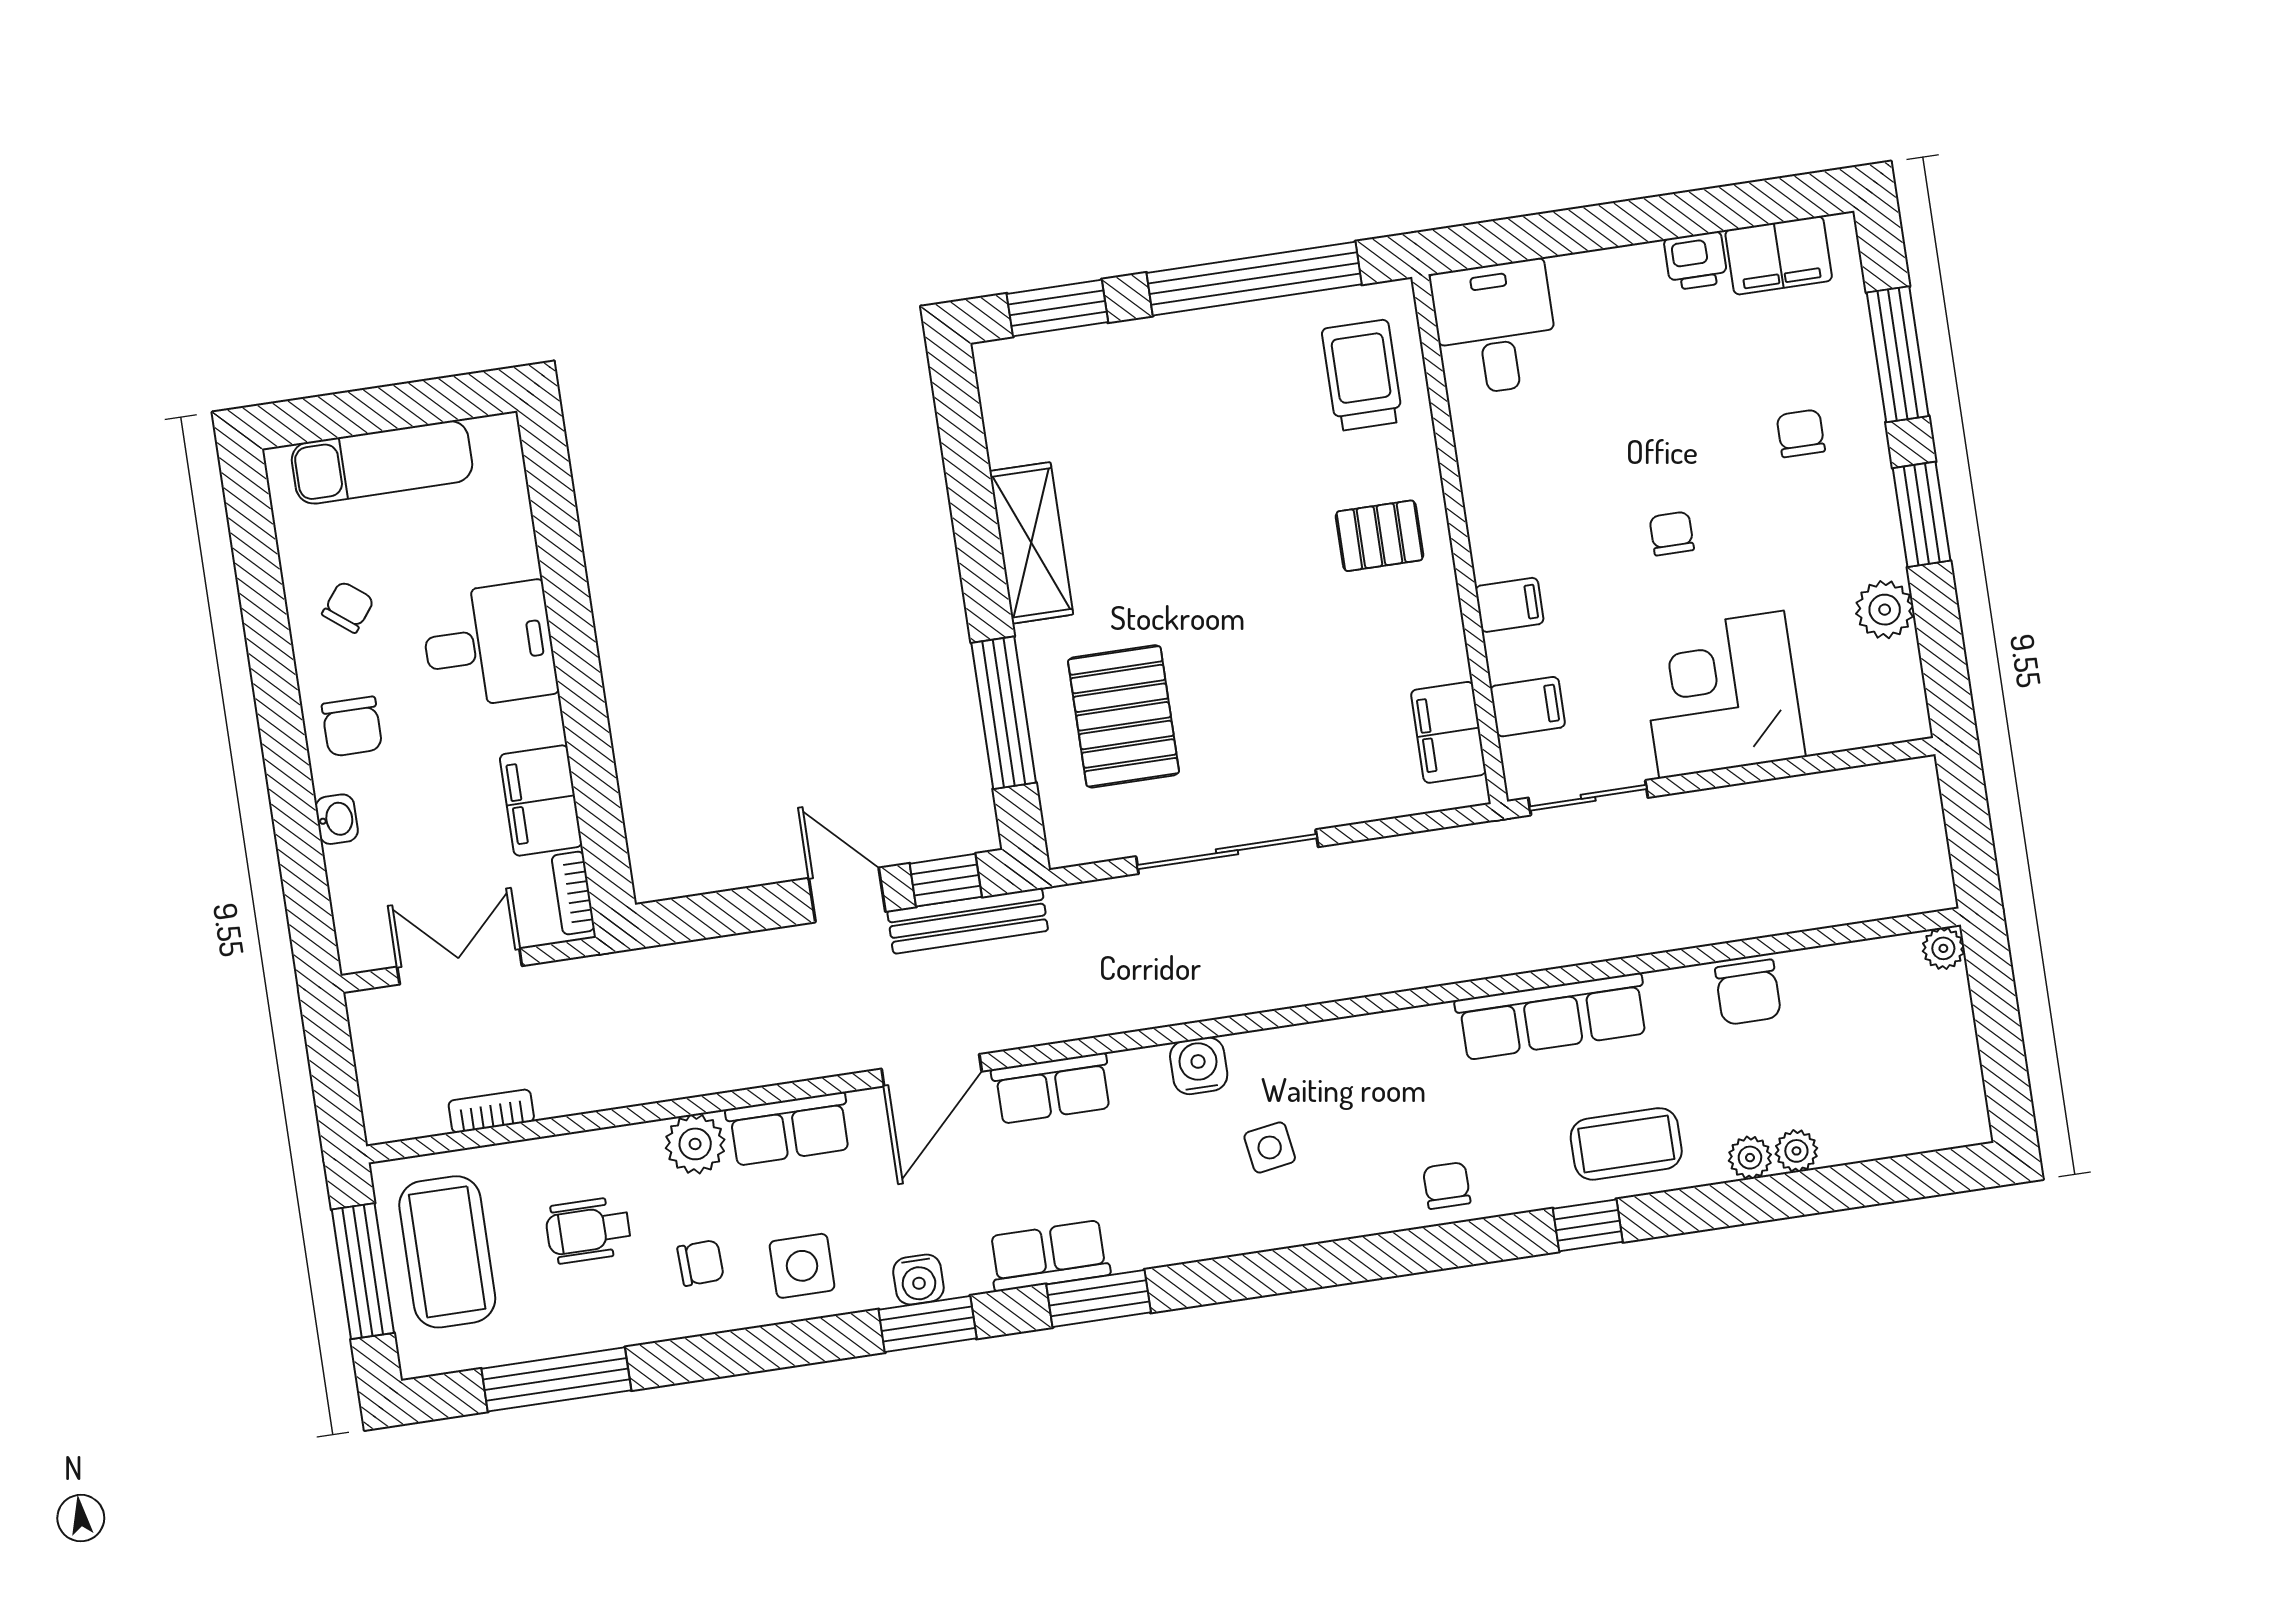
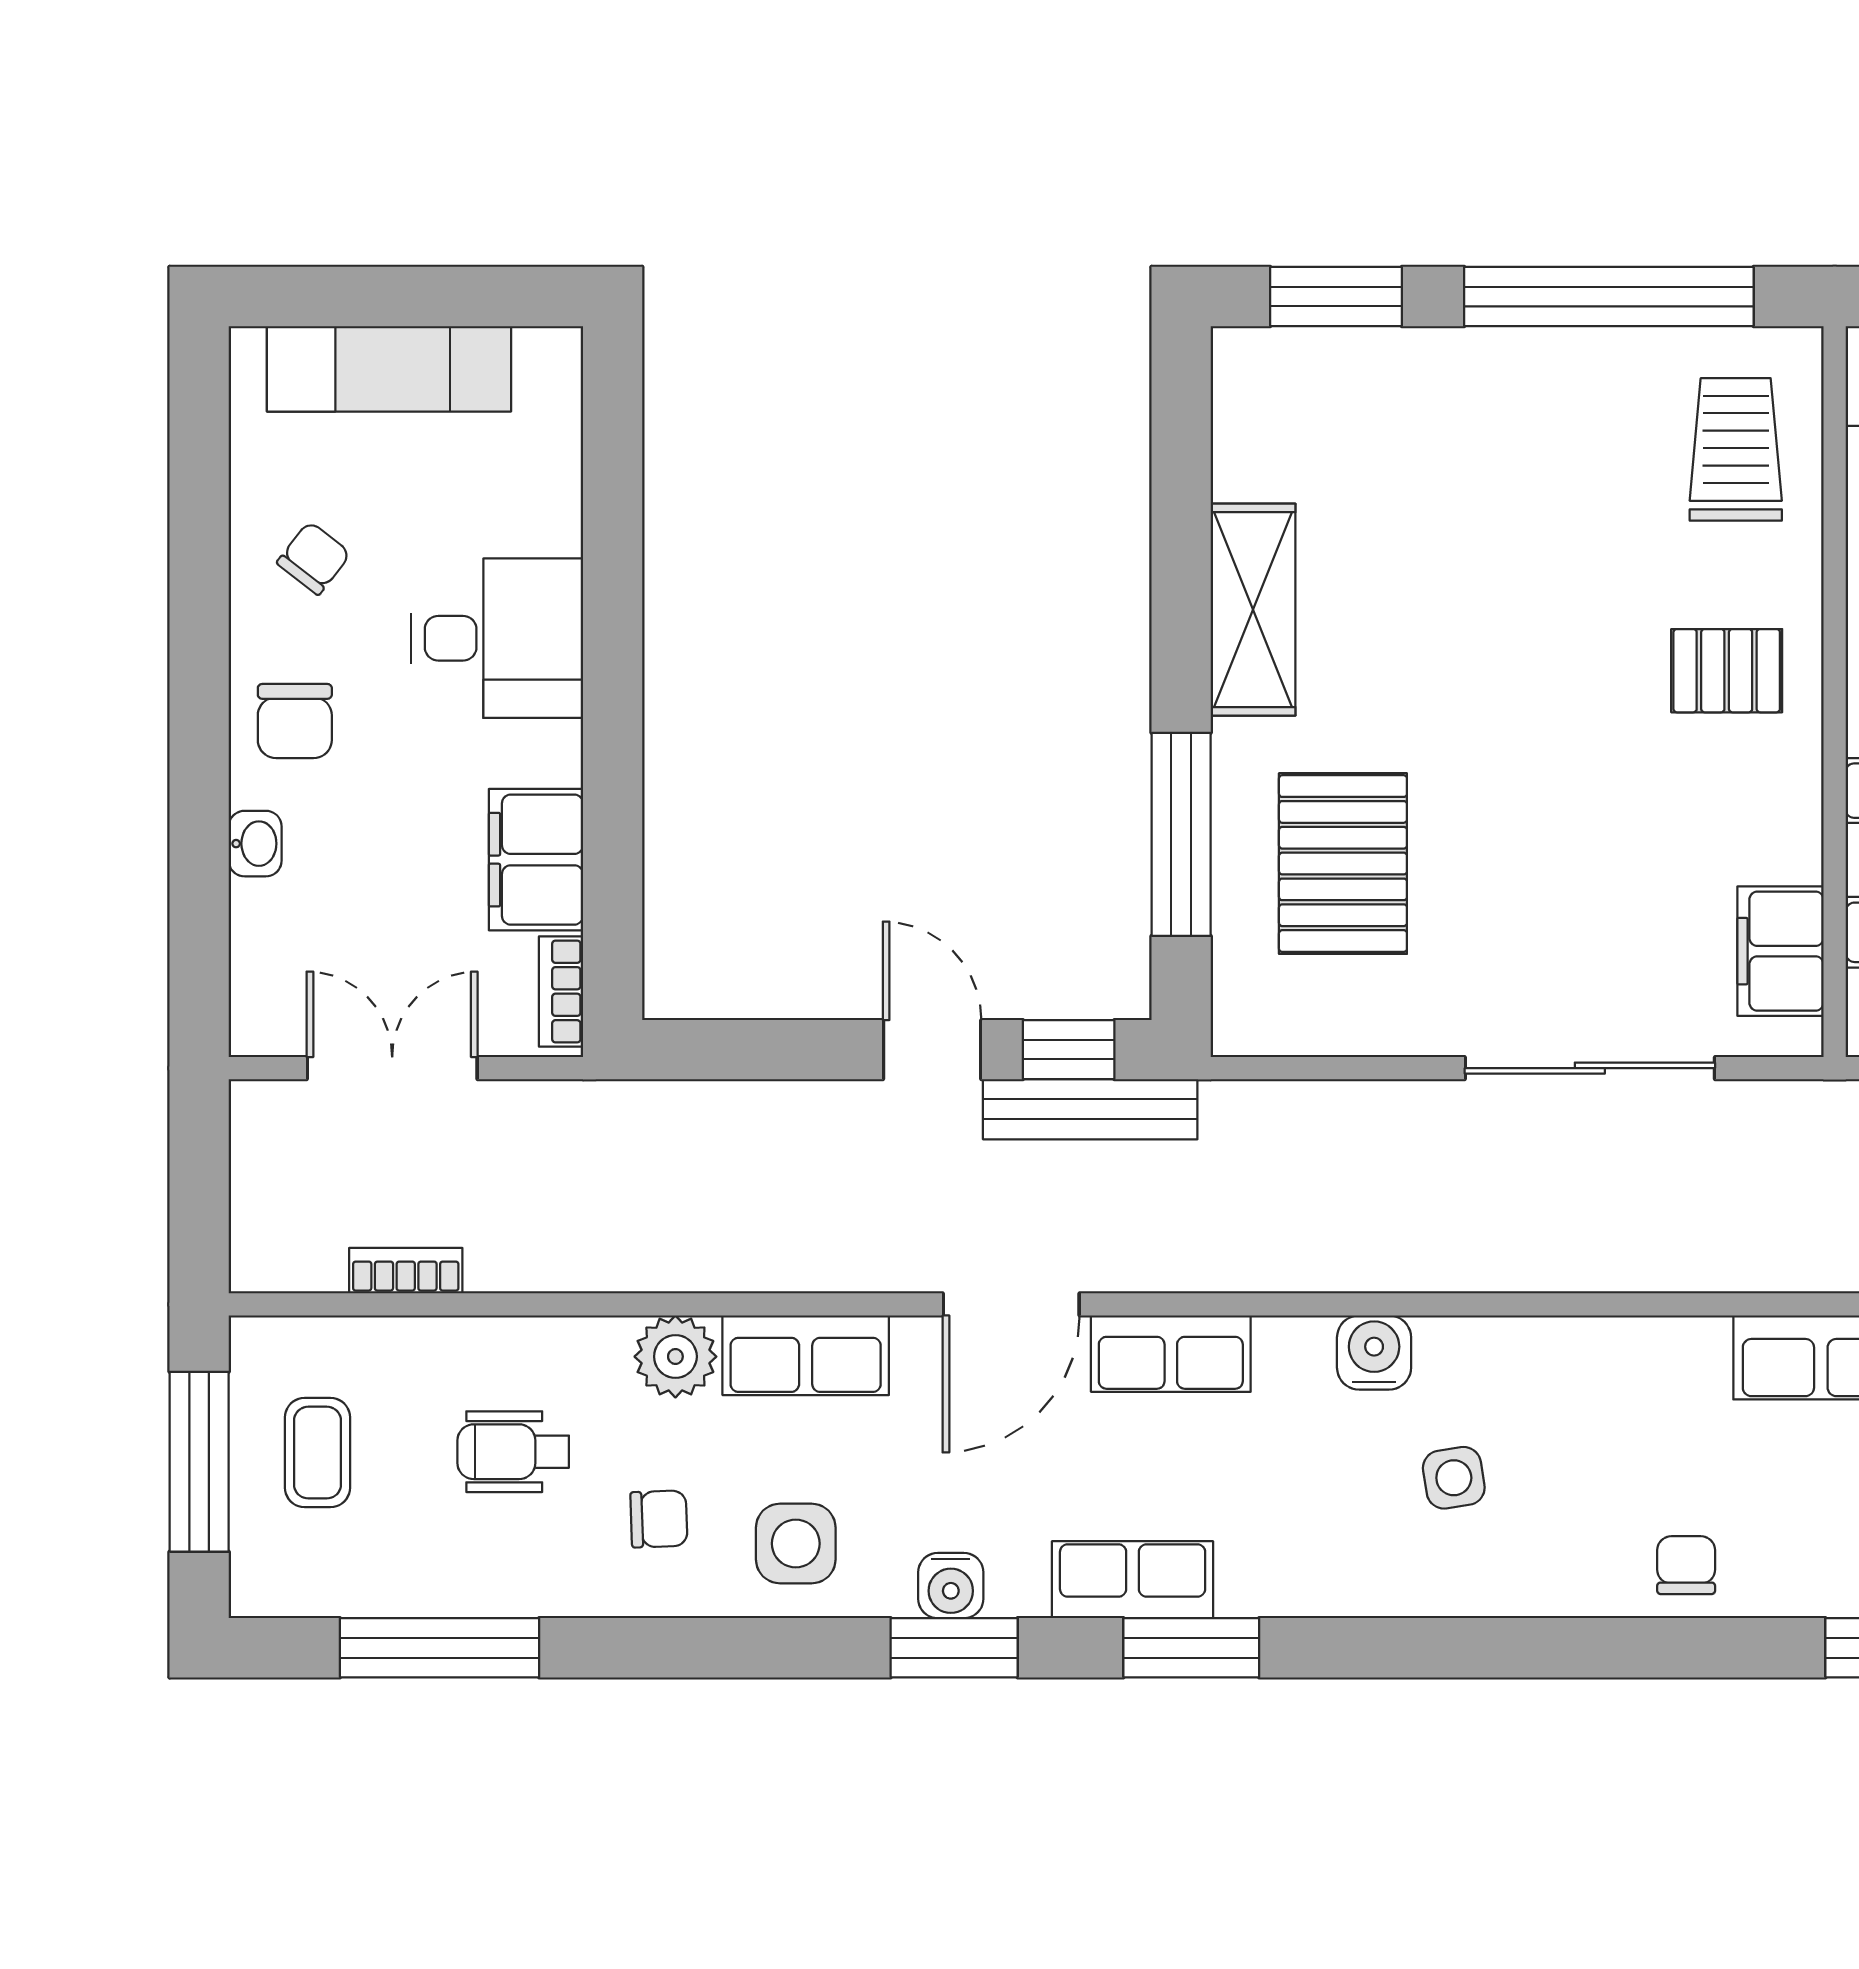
sliding door: (1227, 852) -> (1590, 1068), moved
coffee table: (447, 1252) -> (317, 1453), width x0.54, depth x0.58

